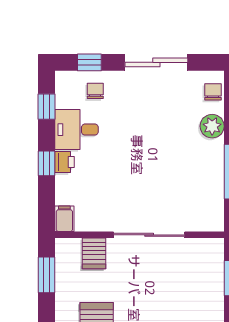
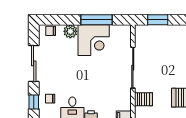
corner desk: (197, 167) -> (94, 40), added

